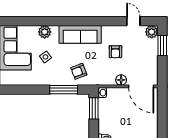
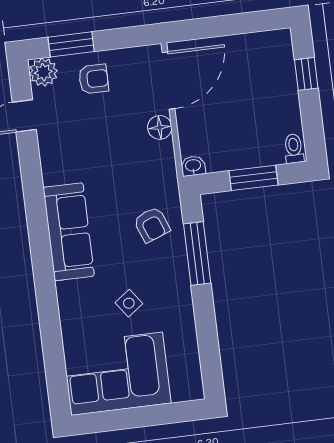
plant: (45, 32) -> (73, 312), removed
armchair: (115, 52) -> (94, 79), moved
window: (94, 108) -> (253, 178), moved

